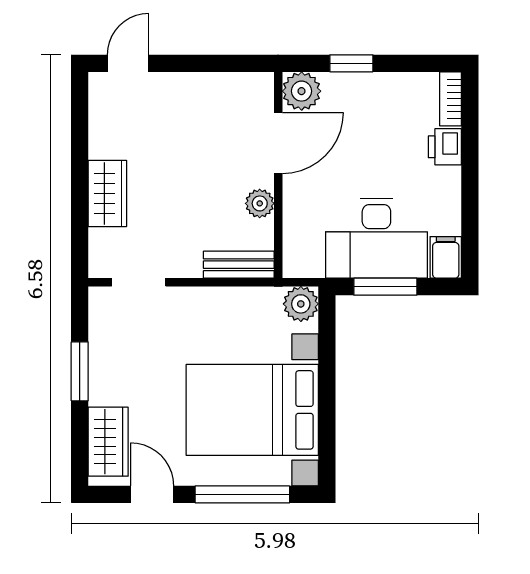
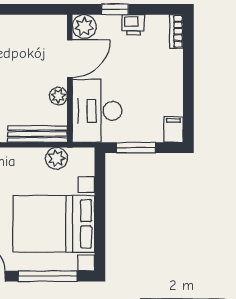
printer: (445, 147) -> (133, 25), moved, turned -90
desk: (376, 238) -> (97, 111), moved, turned 90
bench: (239, 265) -> (37, 134), width x1.36
plant: (301, 304) -> (56, 158), moved

